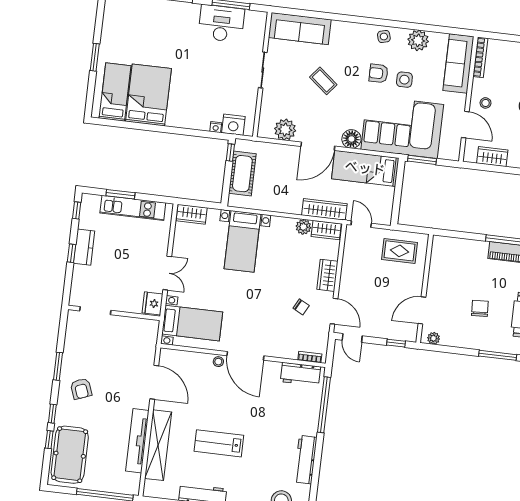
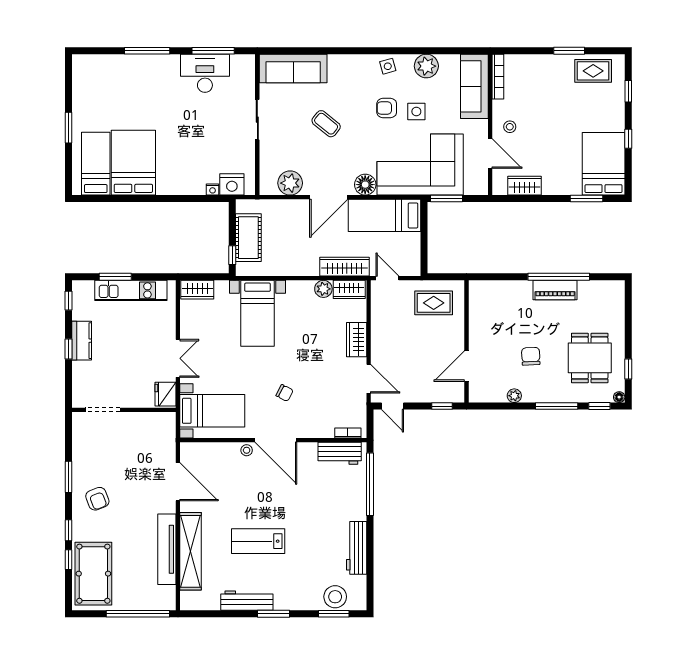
window: (230, 152) -> (232, 255), moved
chair: (301, 307) -> (285, 393), moved
plant: (434, 338) -> (514, 396), moved

